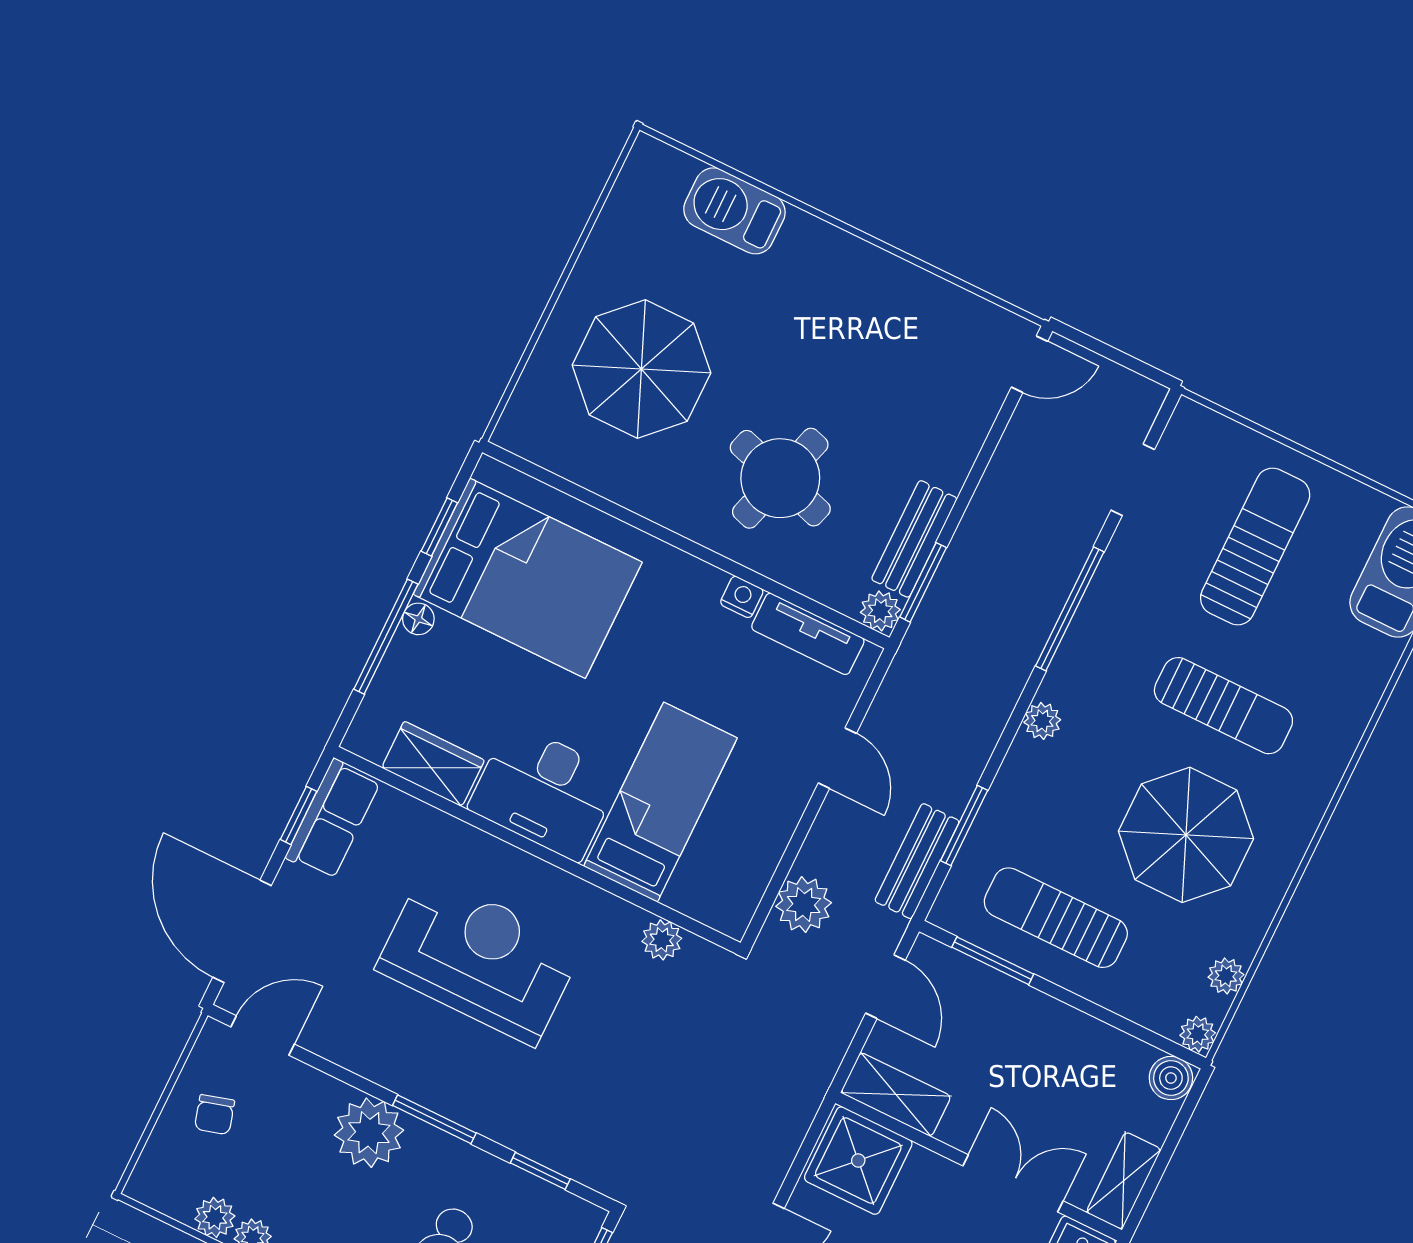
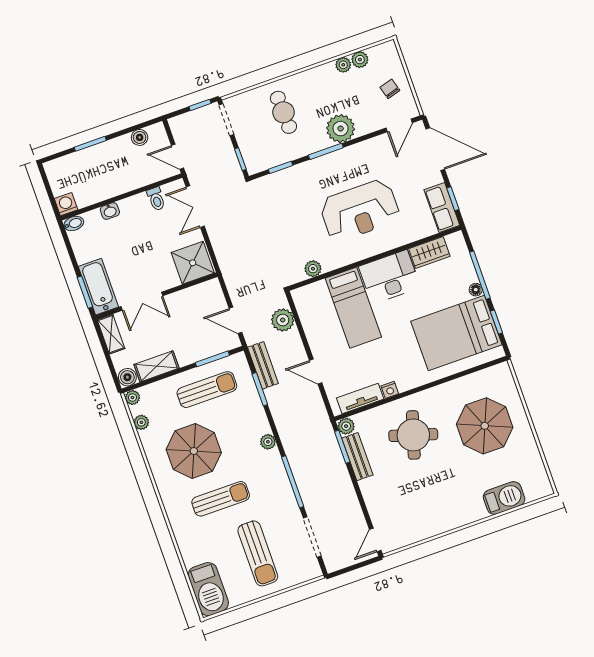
doorway: (1133, 480) -> (312, 537), width x1.38
sun lounger: (1223, 706) -> (221, 499), turned 180
shelving: (896, 1094) -> (157, 366), moved

